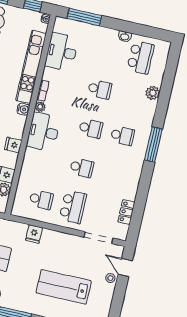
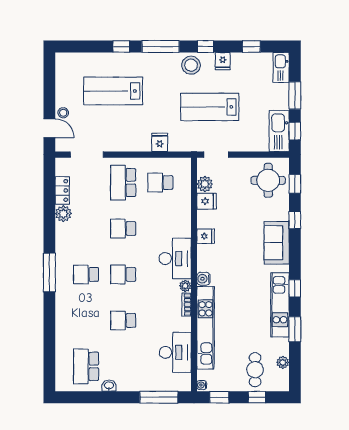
plant: (153, 93) -> (63, 214), moved
lab bench: (64, 287) -> (113, 91), turned 180

